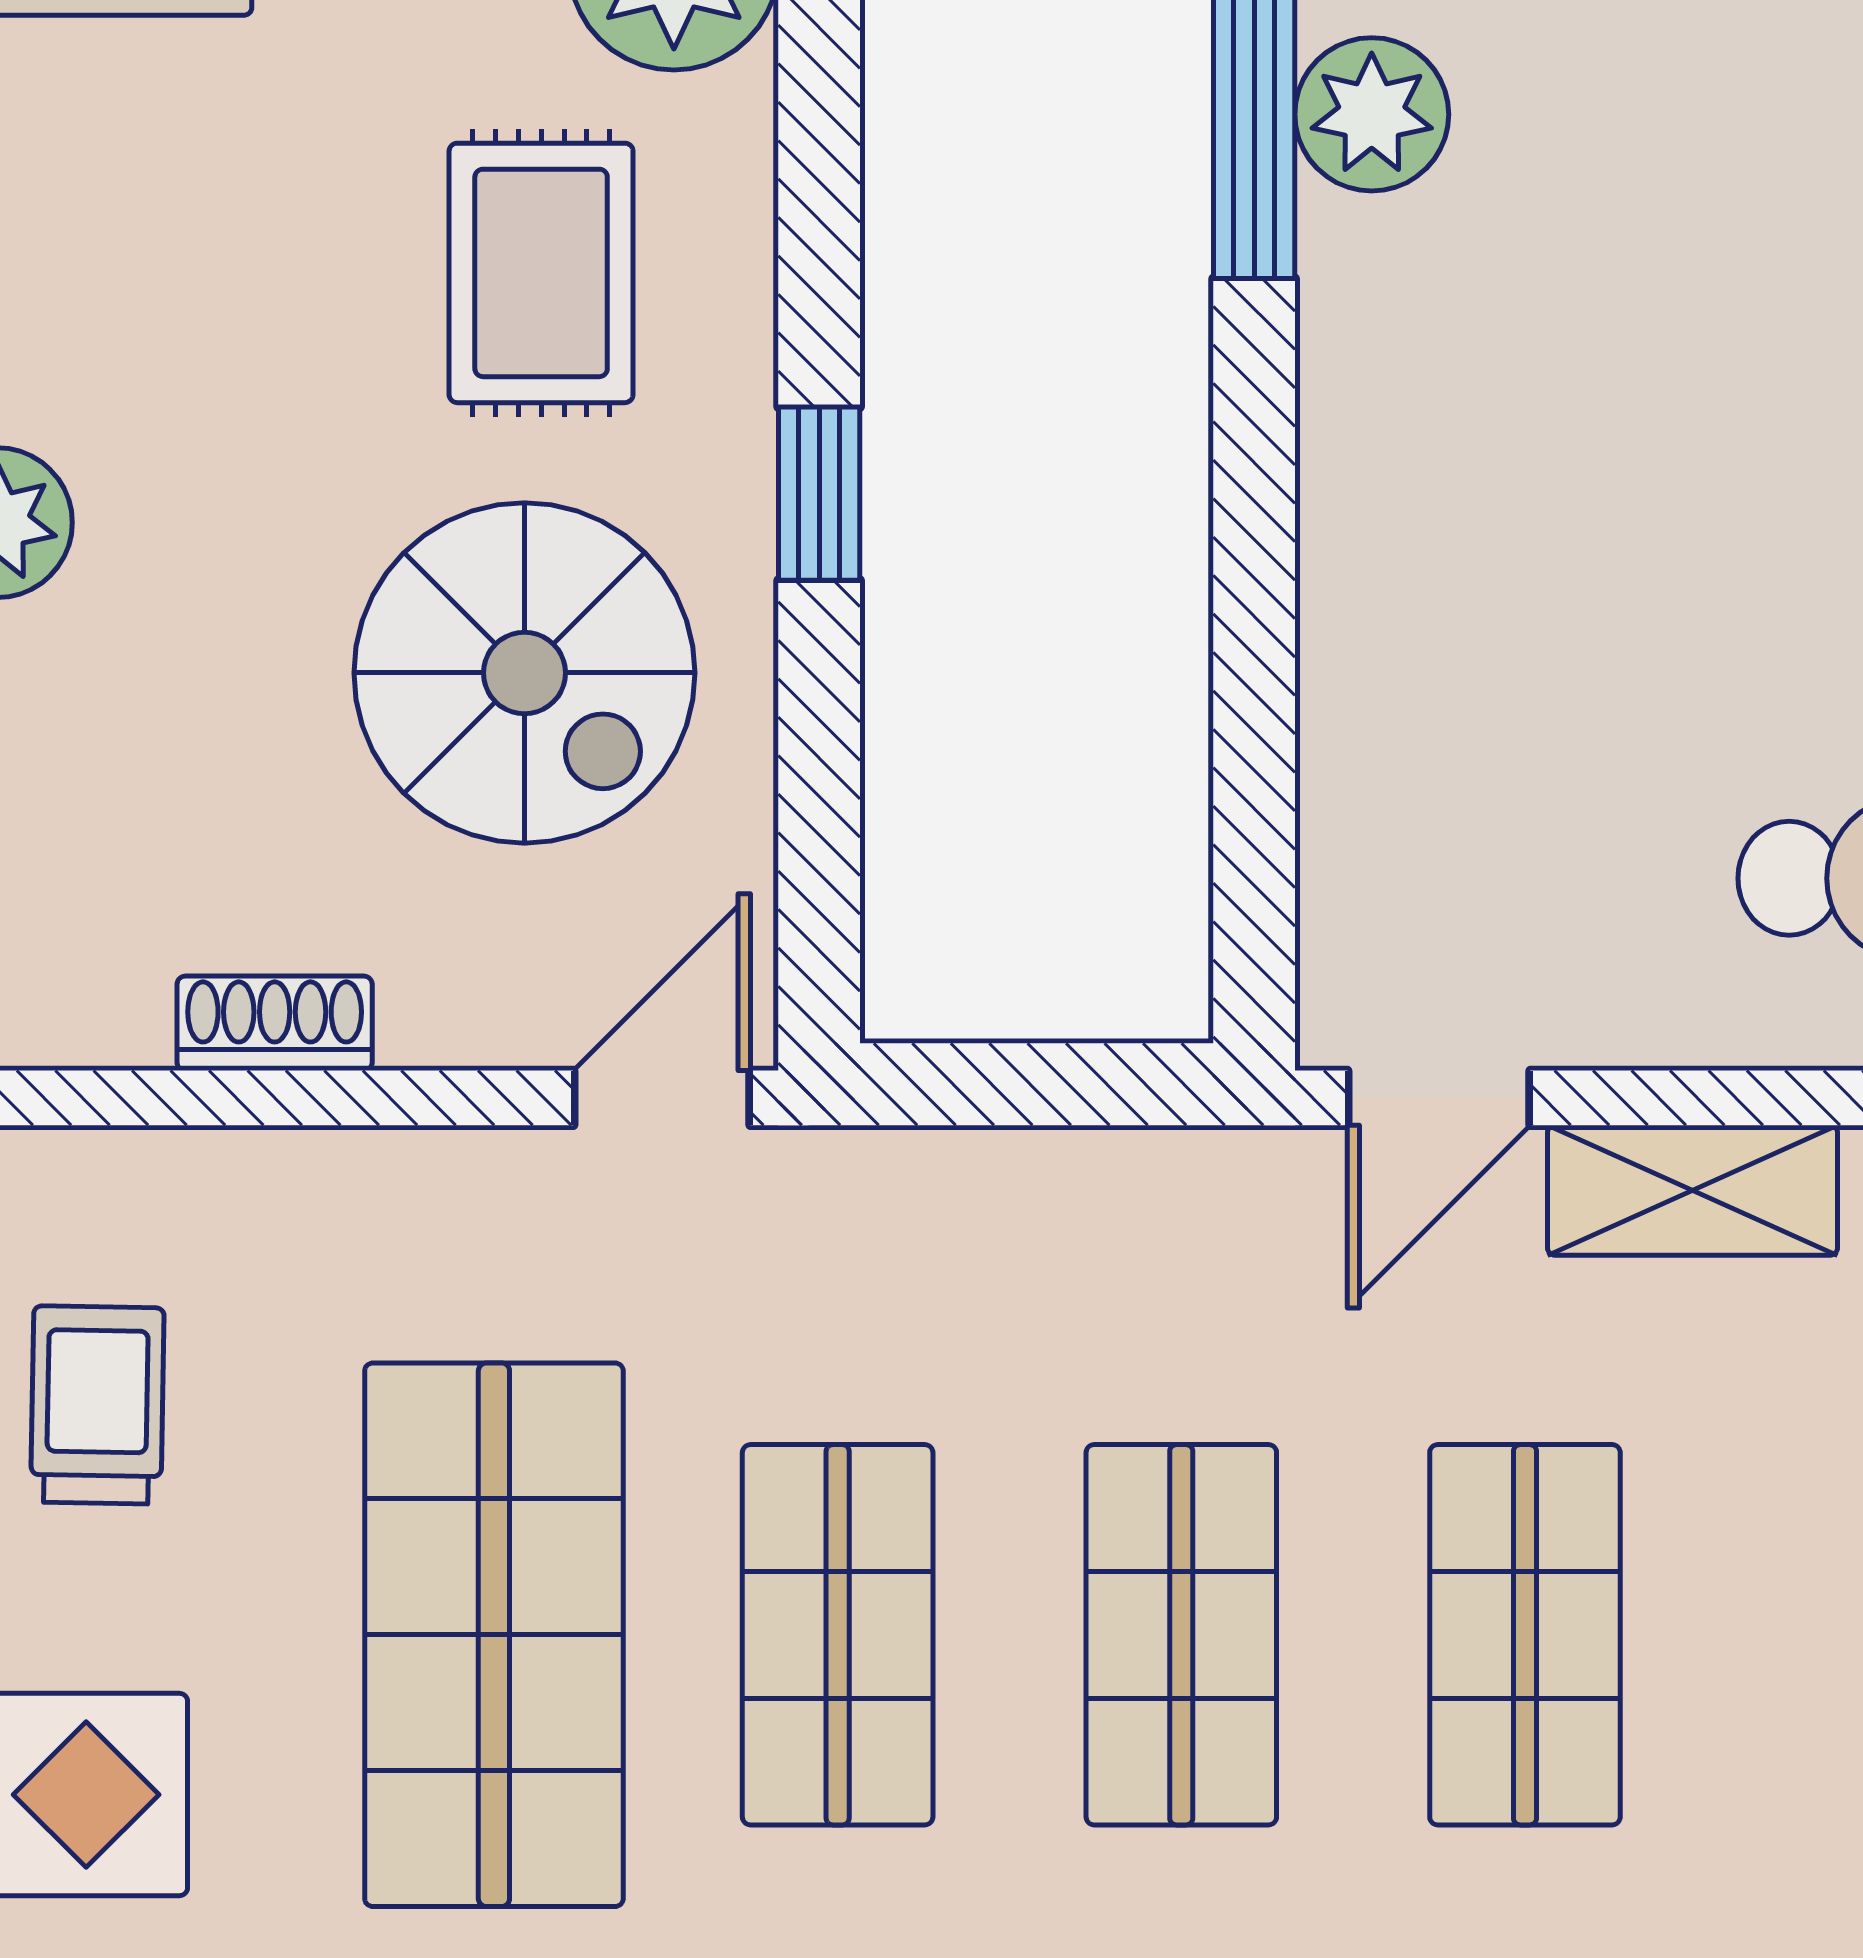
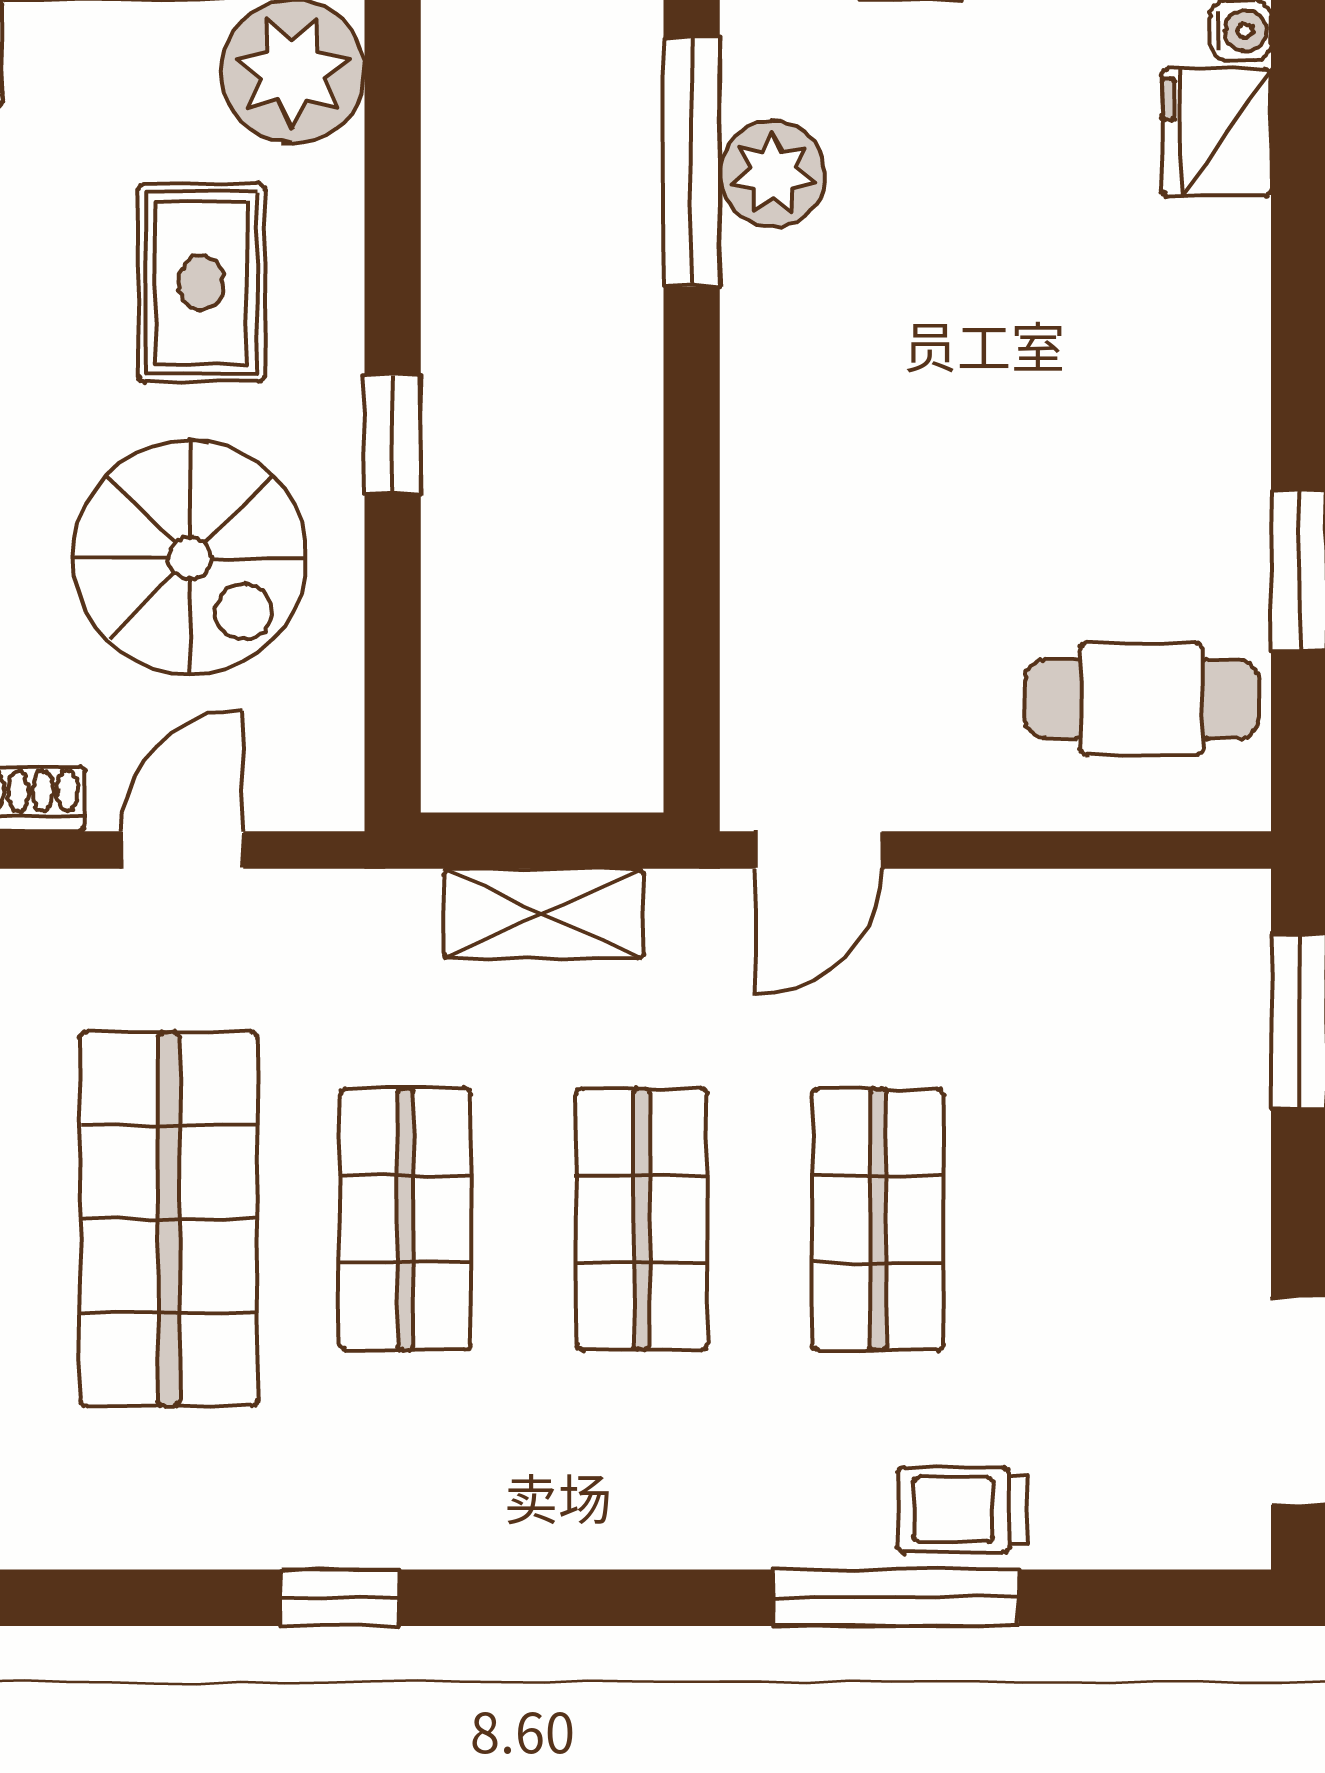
door: (662, 1098) -> (183, 850), moved
shelving: (1693, 1190) -> (544, 914), moved

